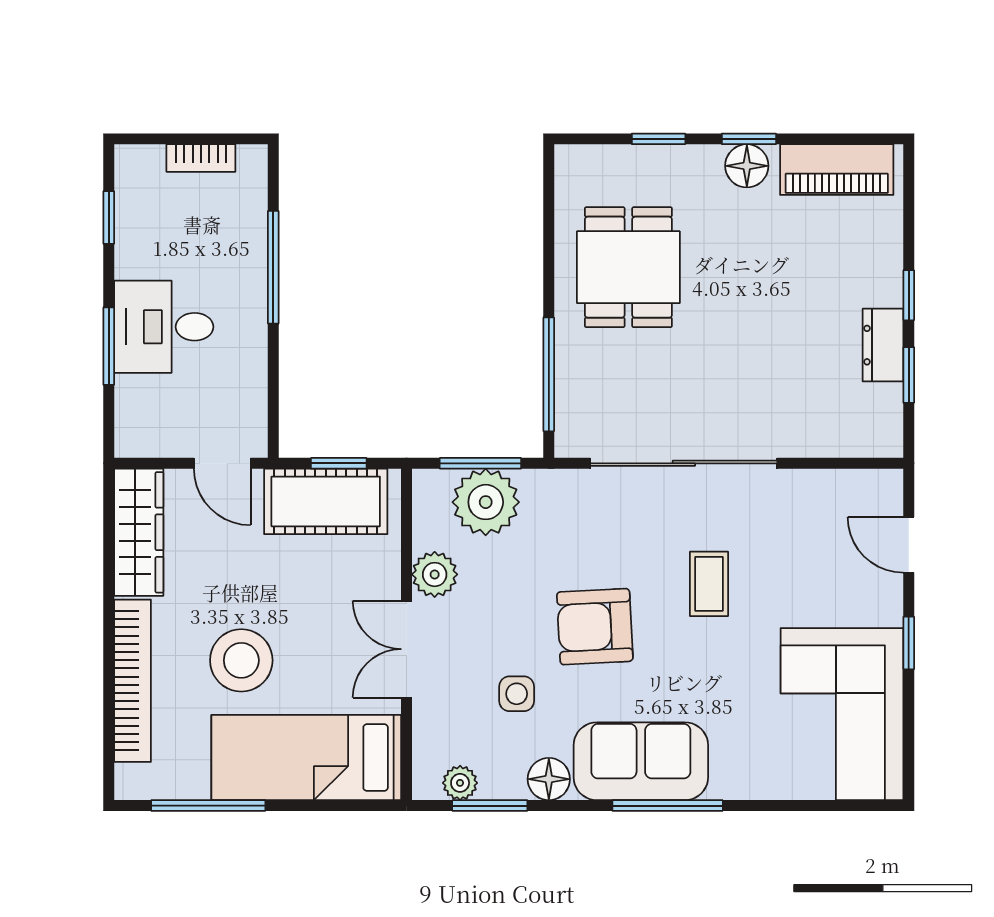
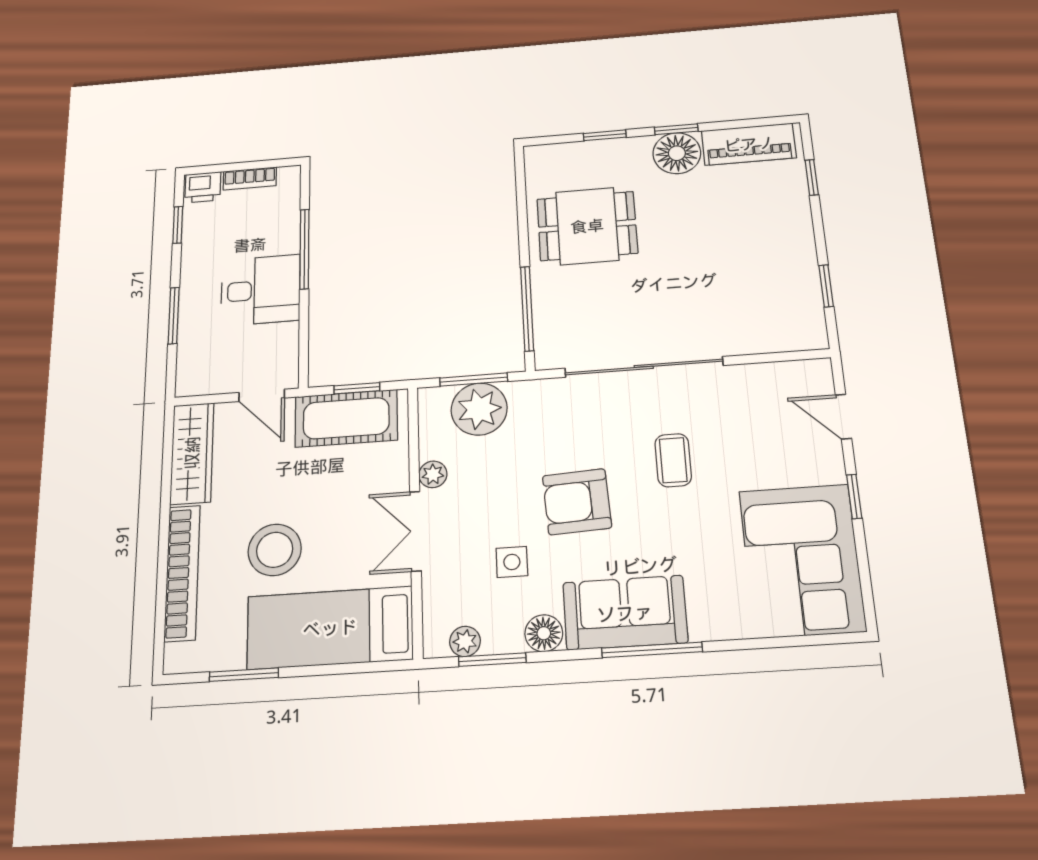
printer: (140, 165) -> (203, 187), added
floor lamp: (747, 166) -> (677, 153), width x1.38, depth x1.38
dining table: (628, 267) -> (587, 226), turned 90
window: (909, 295) -> (812, 177), moved
desk: (164, 327) -> (261, 290), moved, turned 180
dresser: (883, 345) -> (802, 265), removed
plant: (435, 574) -> (433, 474), width x0.73, depth x0.73
window: (208, 806) -> (244, 675), width x0.69

